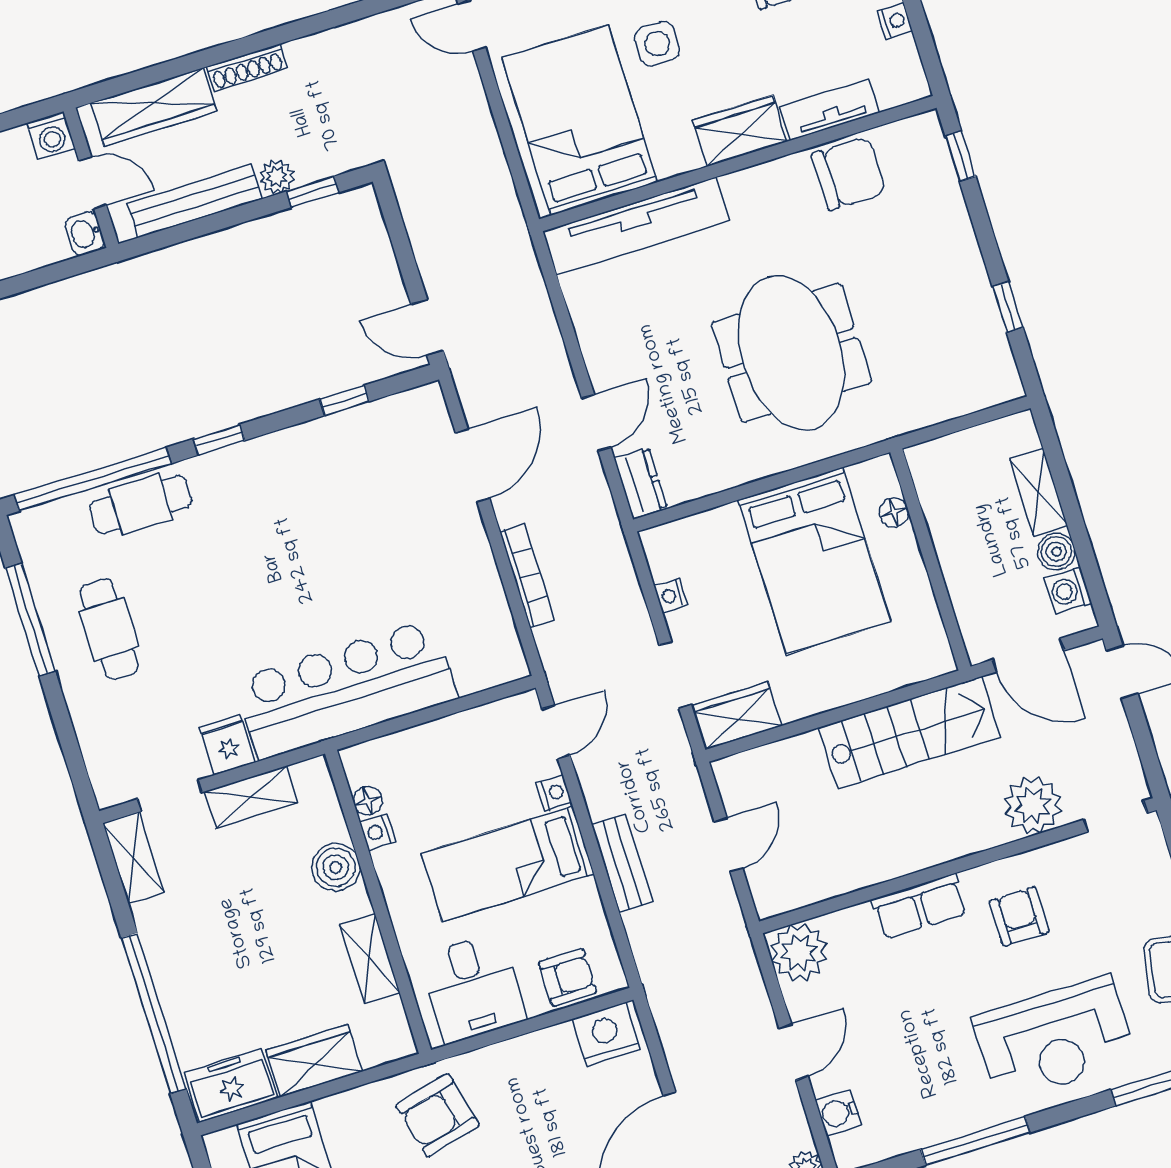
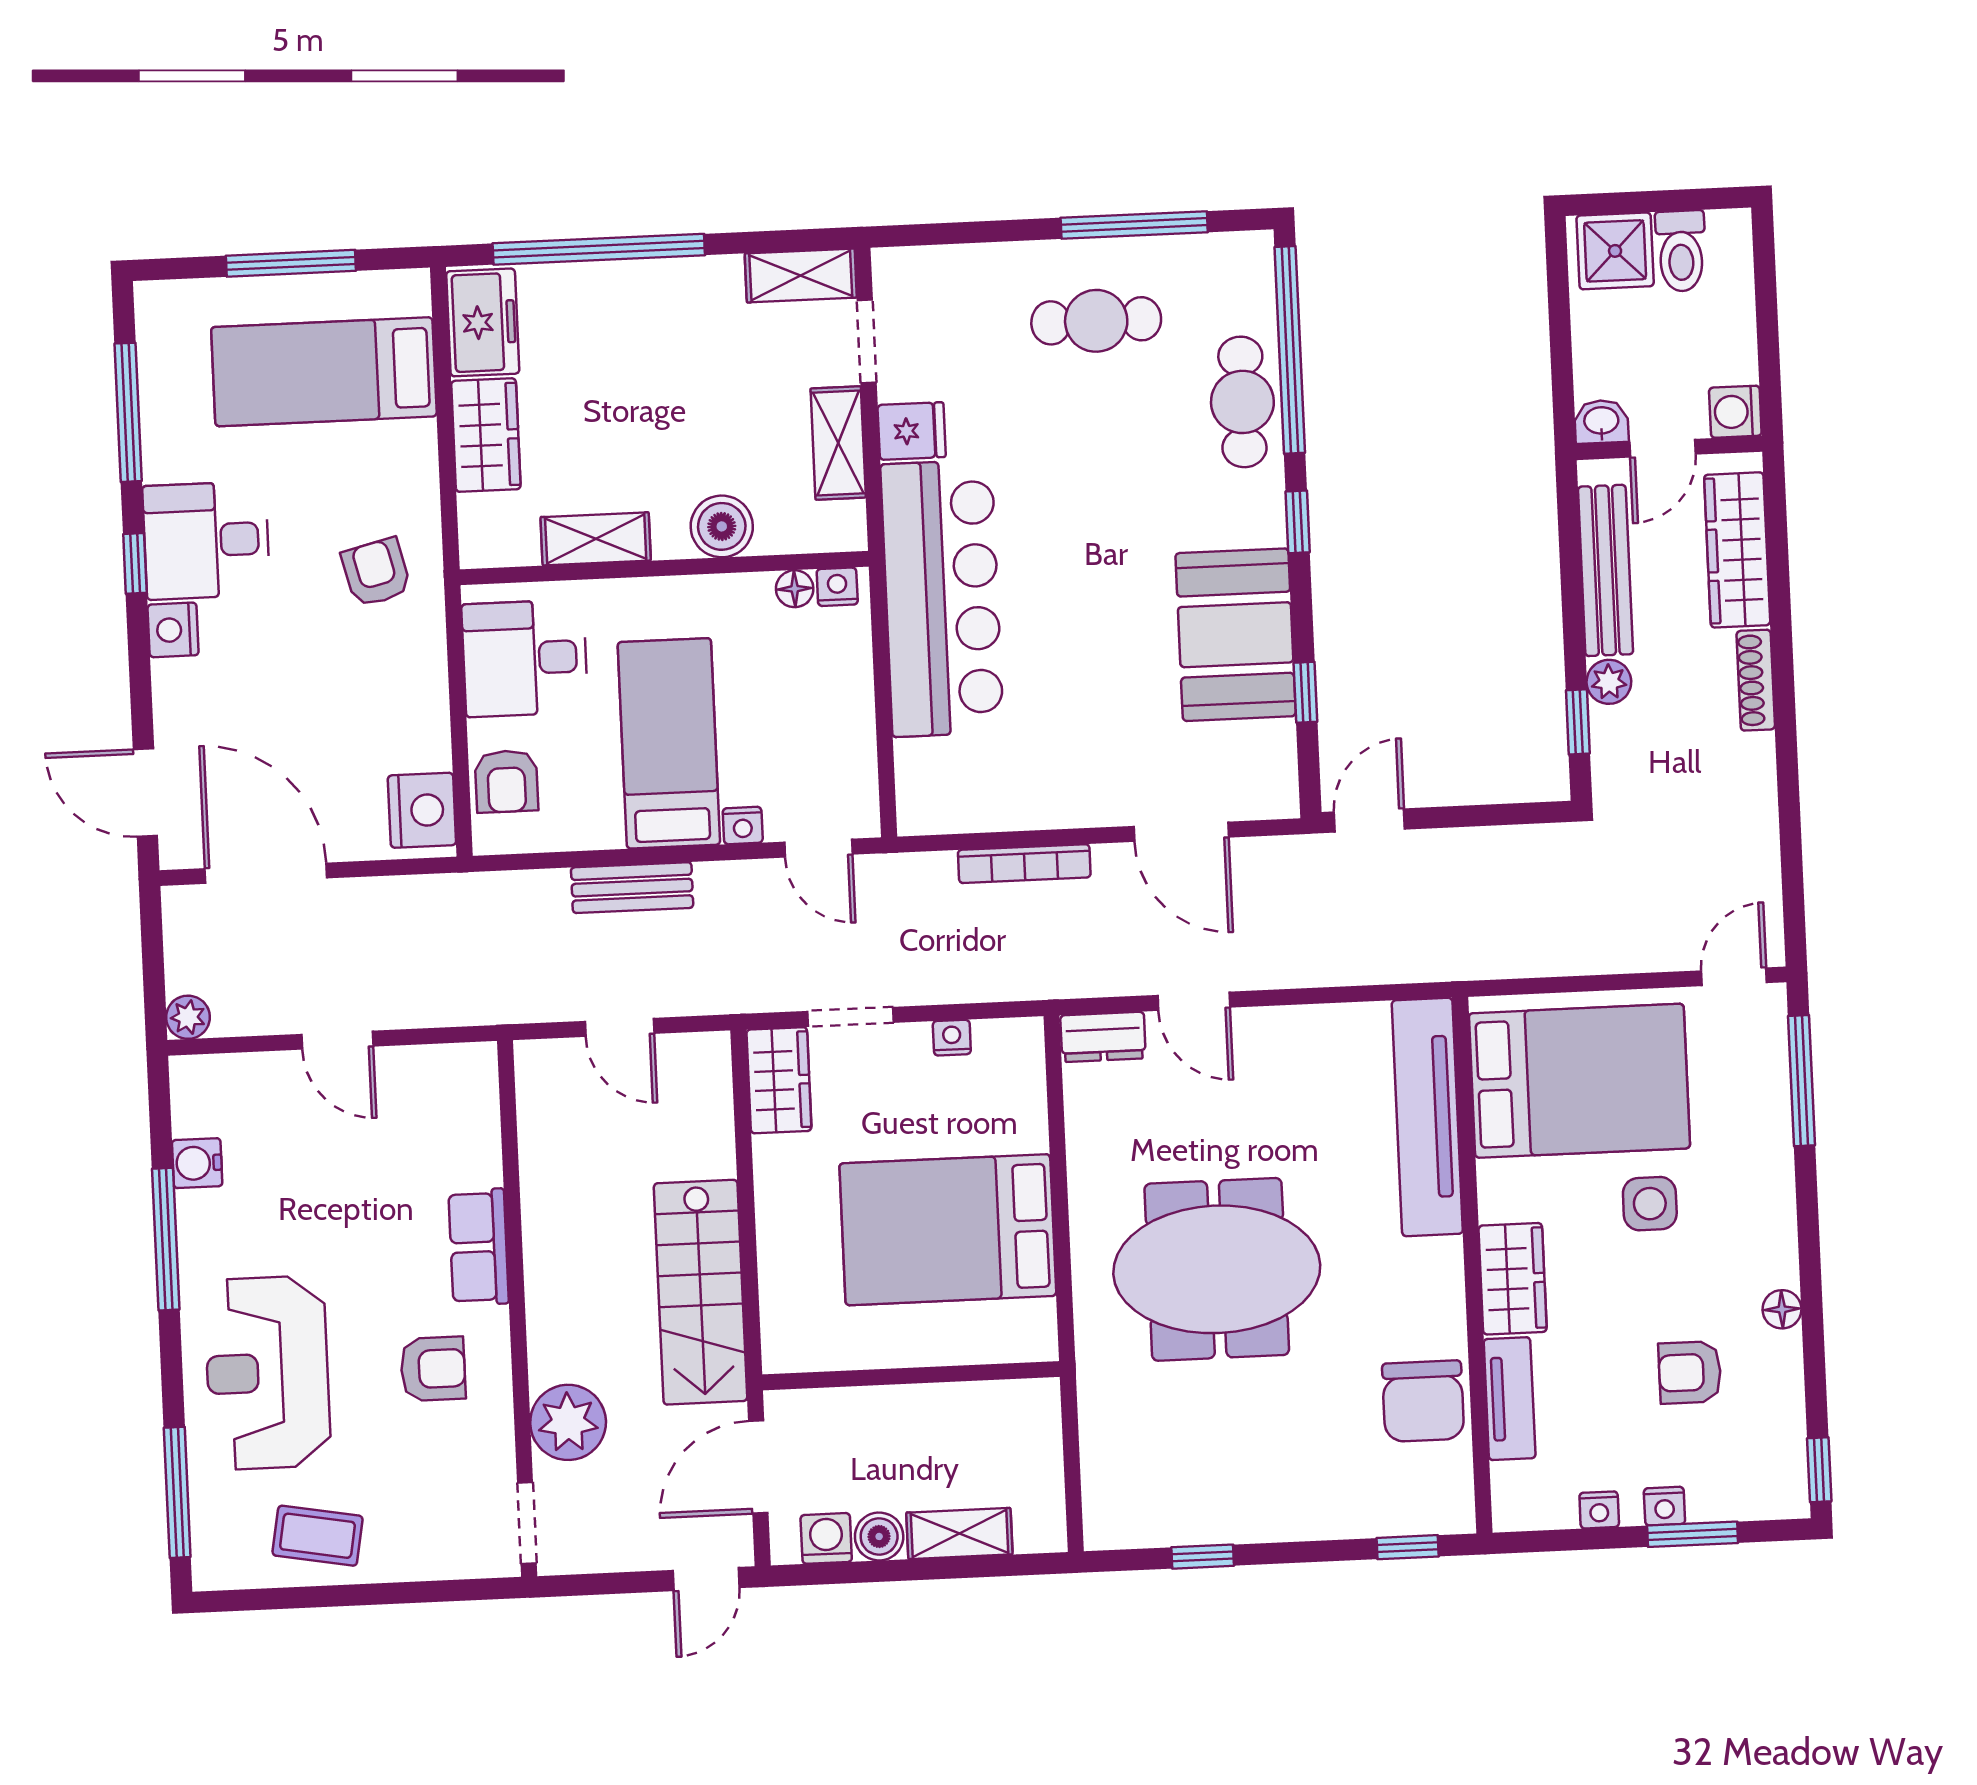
booth: (315, 464) -> (1236, 635), added
floor lamp: (894, 512) -> (982, 1346), removed
nightstand: (378, 832) -> (837, 587), moved
plant: (799, 952) -> (461, 1080), removed
water cooler: (838, 1113) -> (197, 1163), moved, turned -90
armchair: (438, 1115) -> (376, 572), width x0.72, depth x0.72

